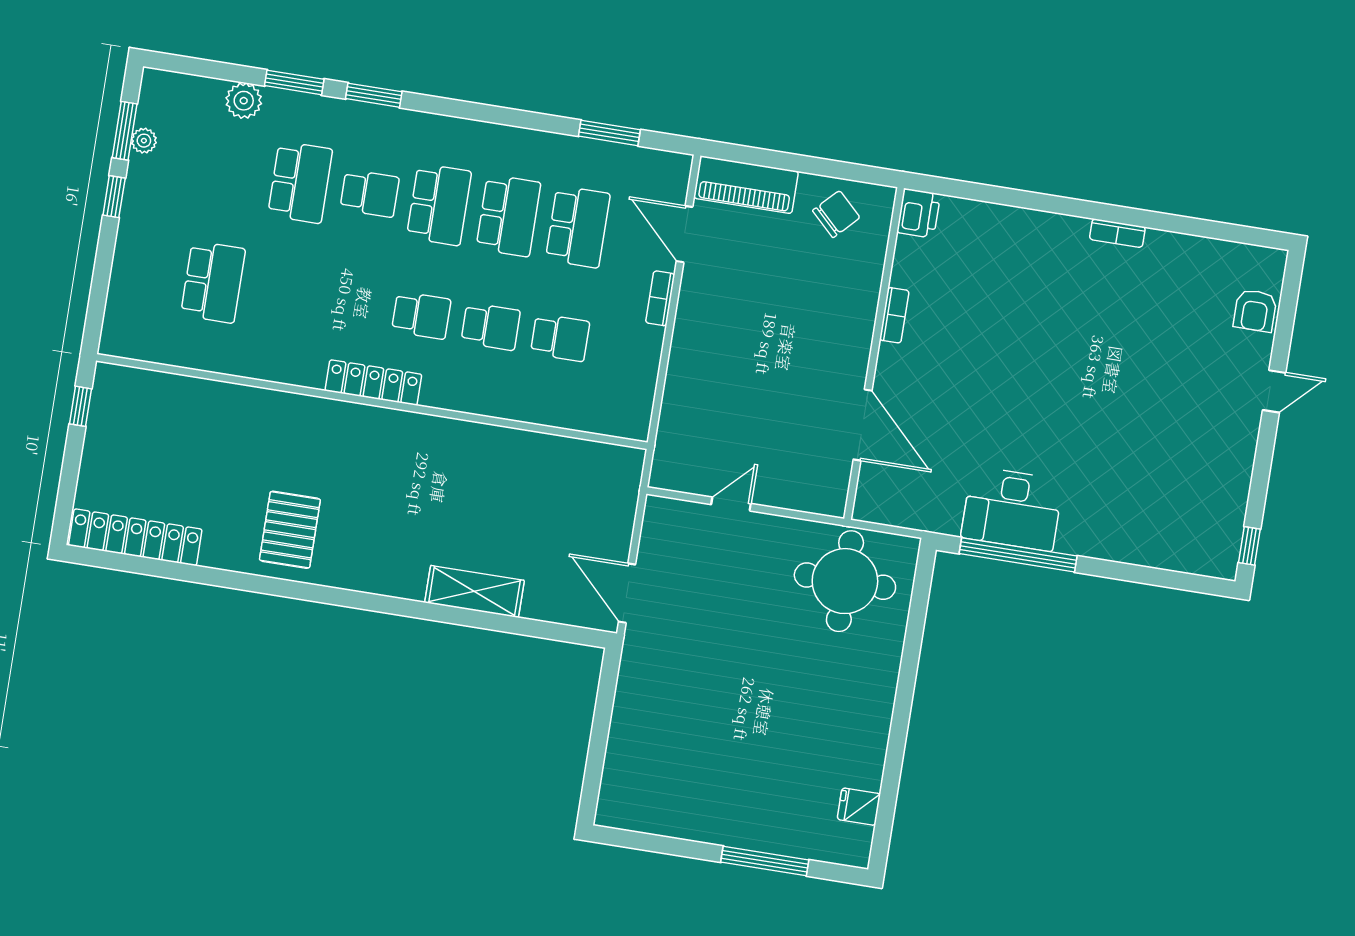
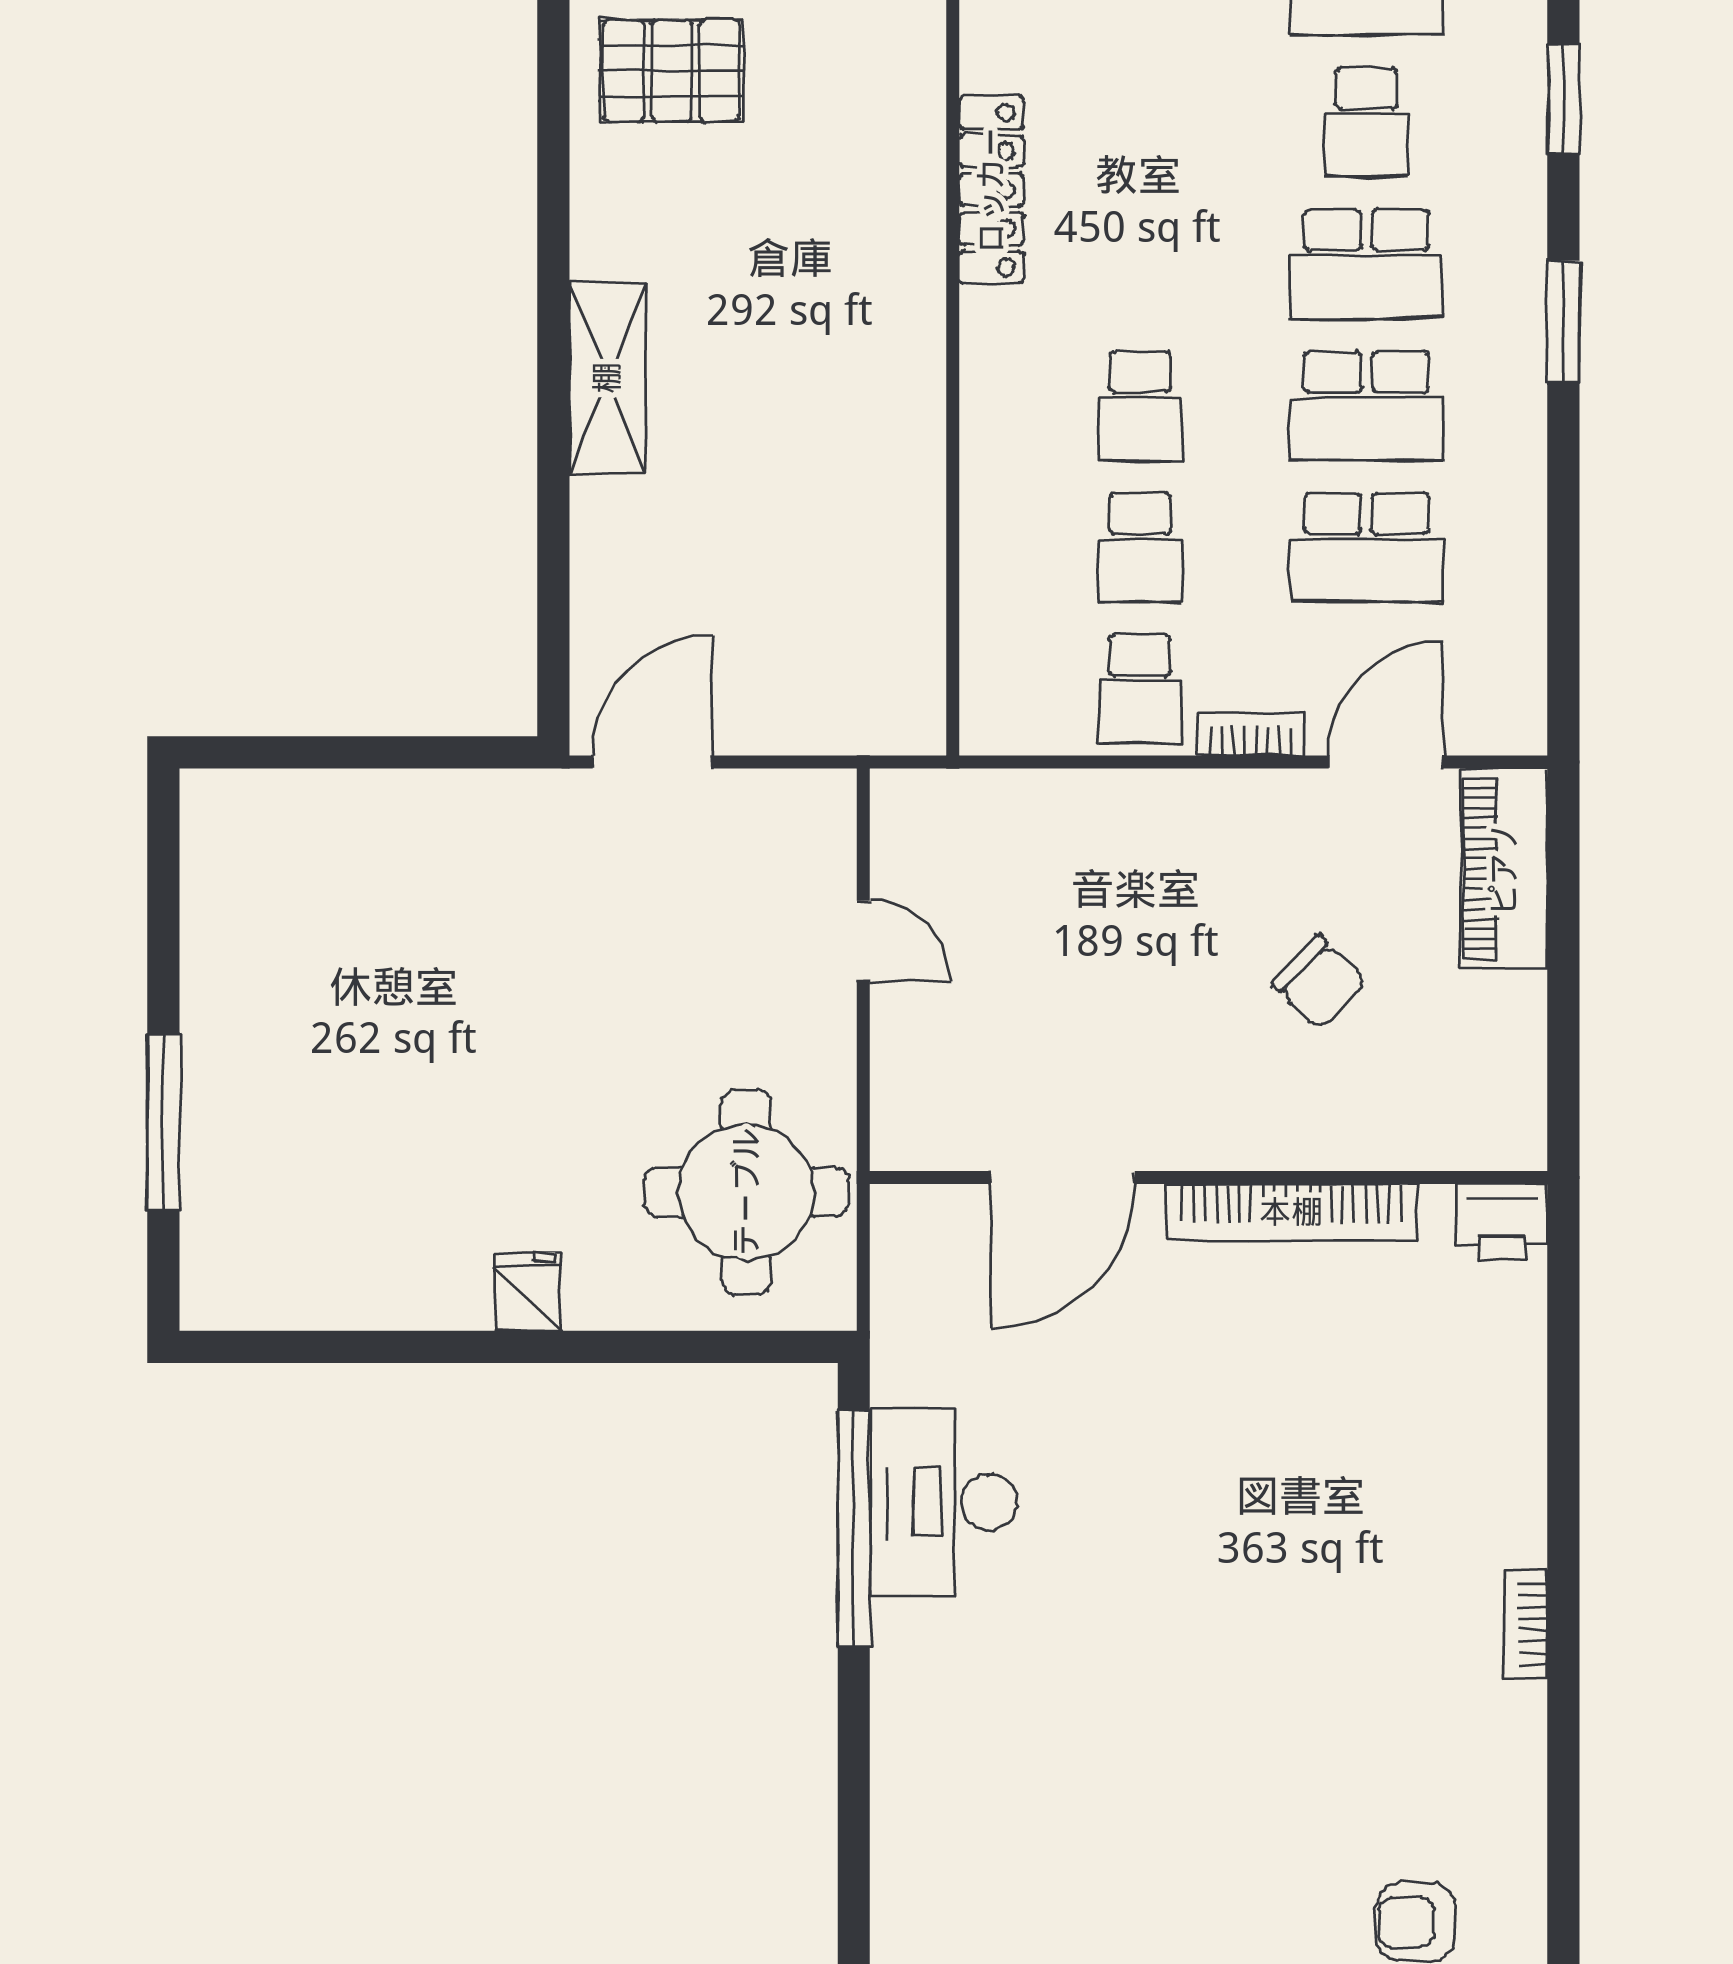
window: (609, 133) -> (1563, 322), moved
chair: (836, 214) -> (1319, 983), moved
school desk: (421, 315) -> (1140, 689), moved
bookcase: (894, 315) -> (1291, 1212), width x2.31, depth x1.31
shelving: (474, 591) -> (607, 378), moved
fridge: (859, 807) -> (528, 1292), moved

